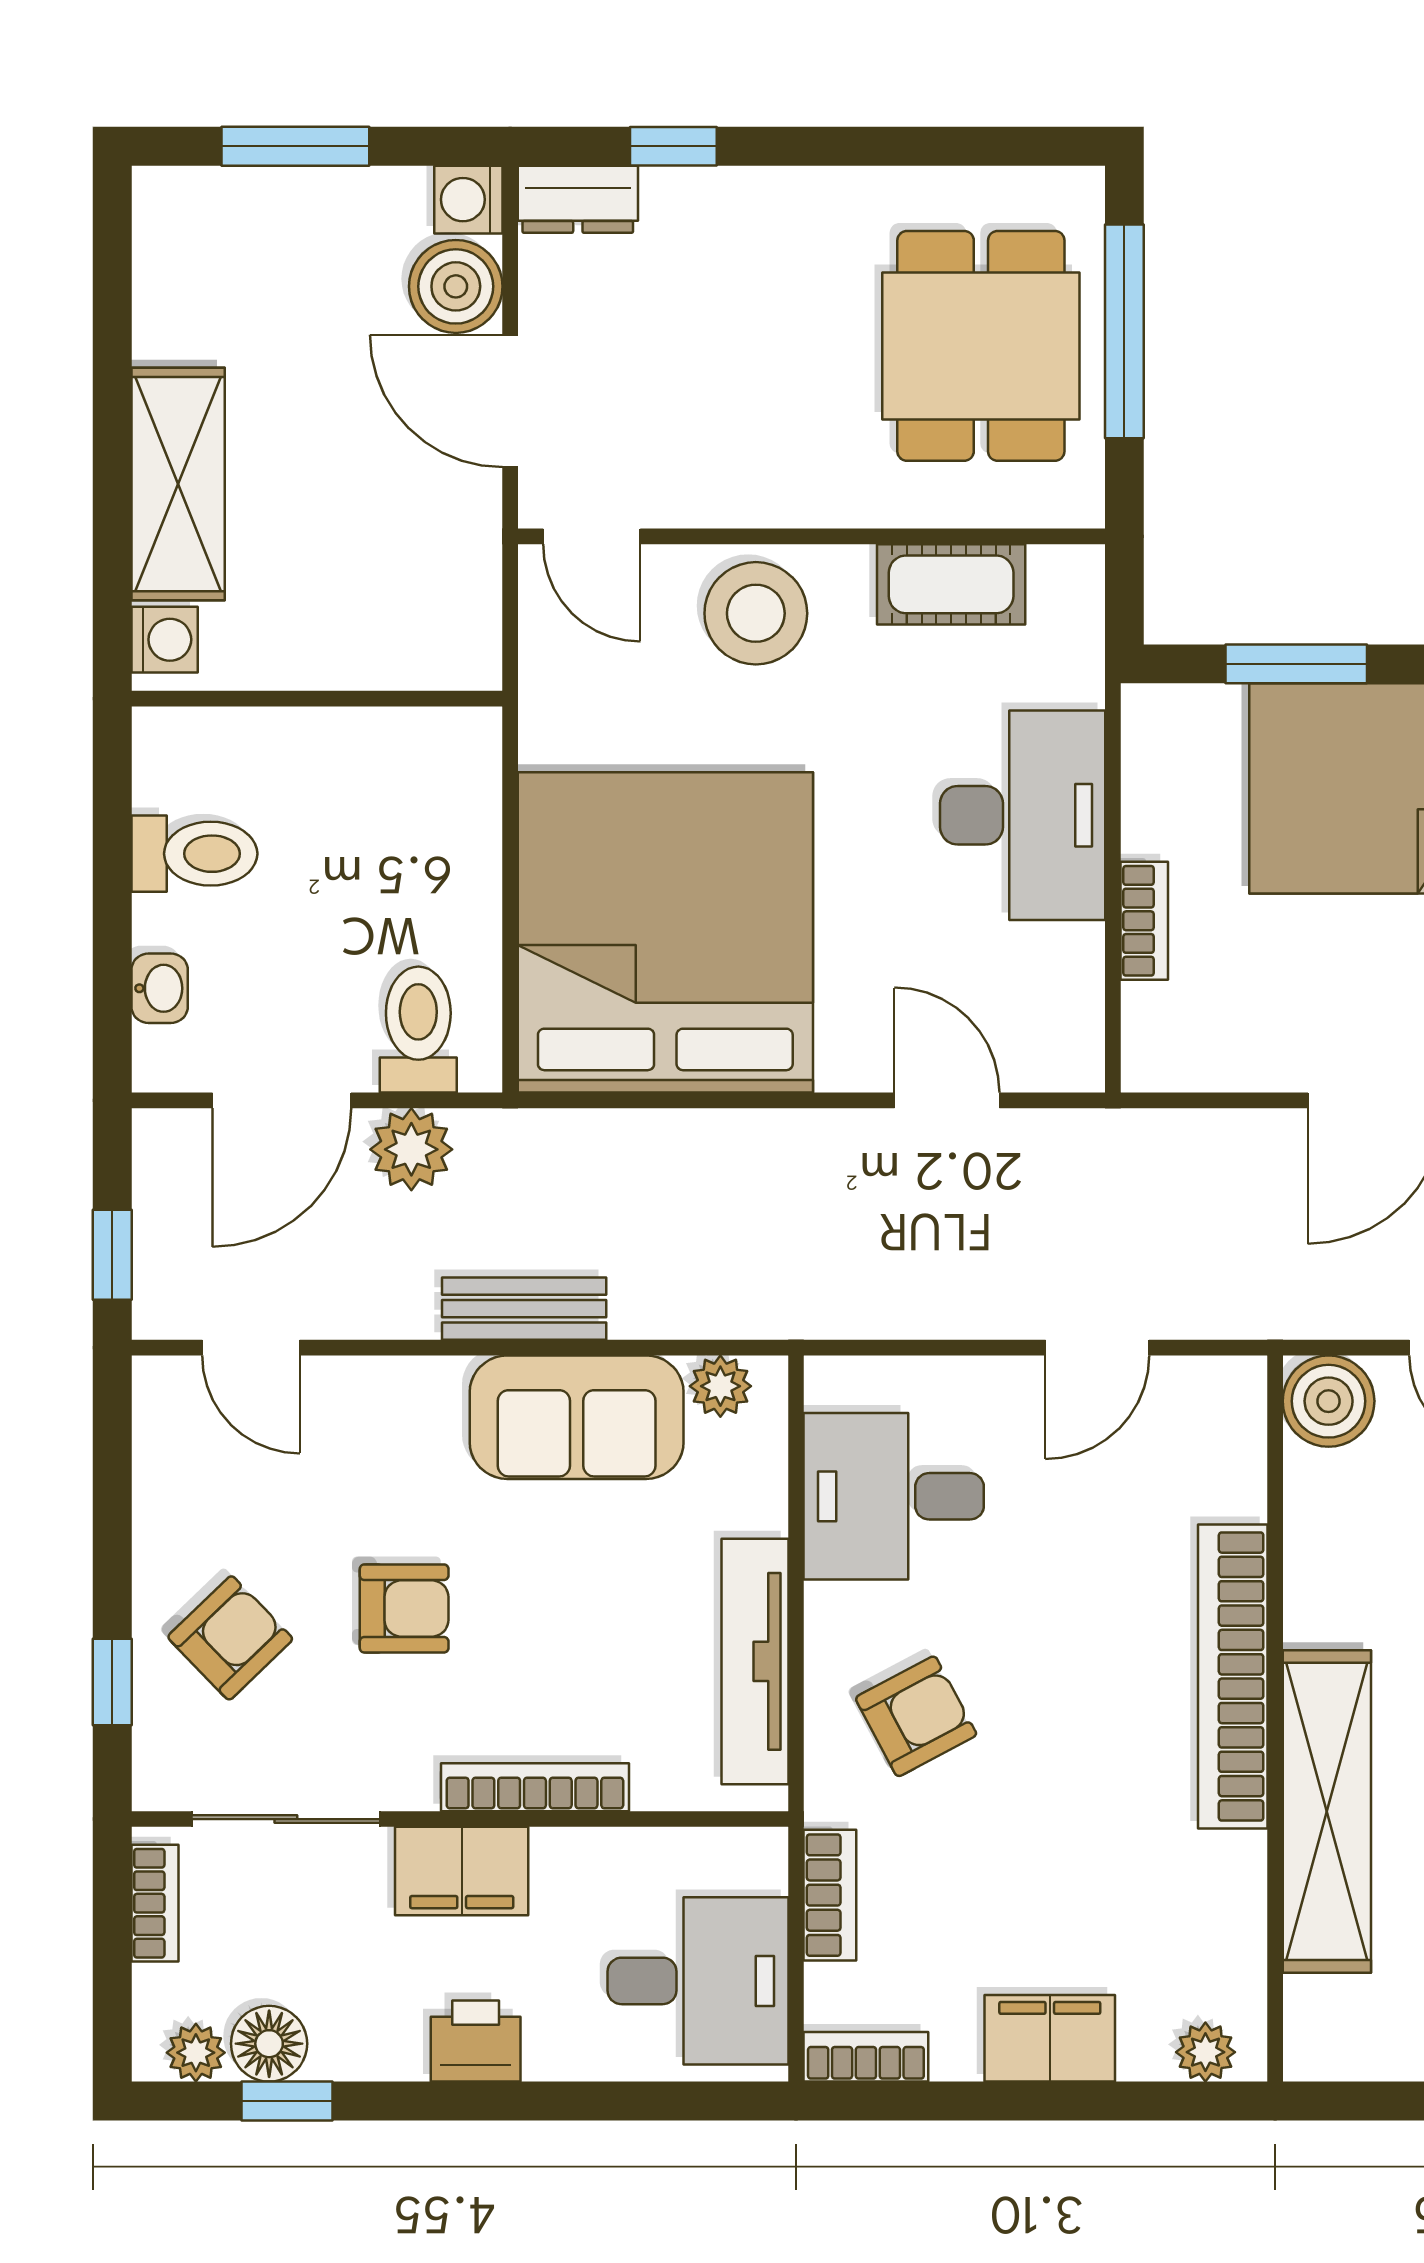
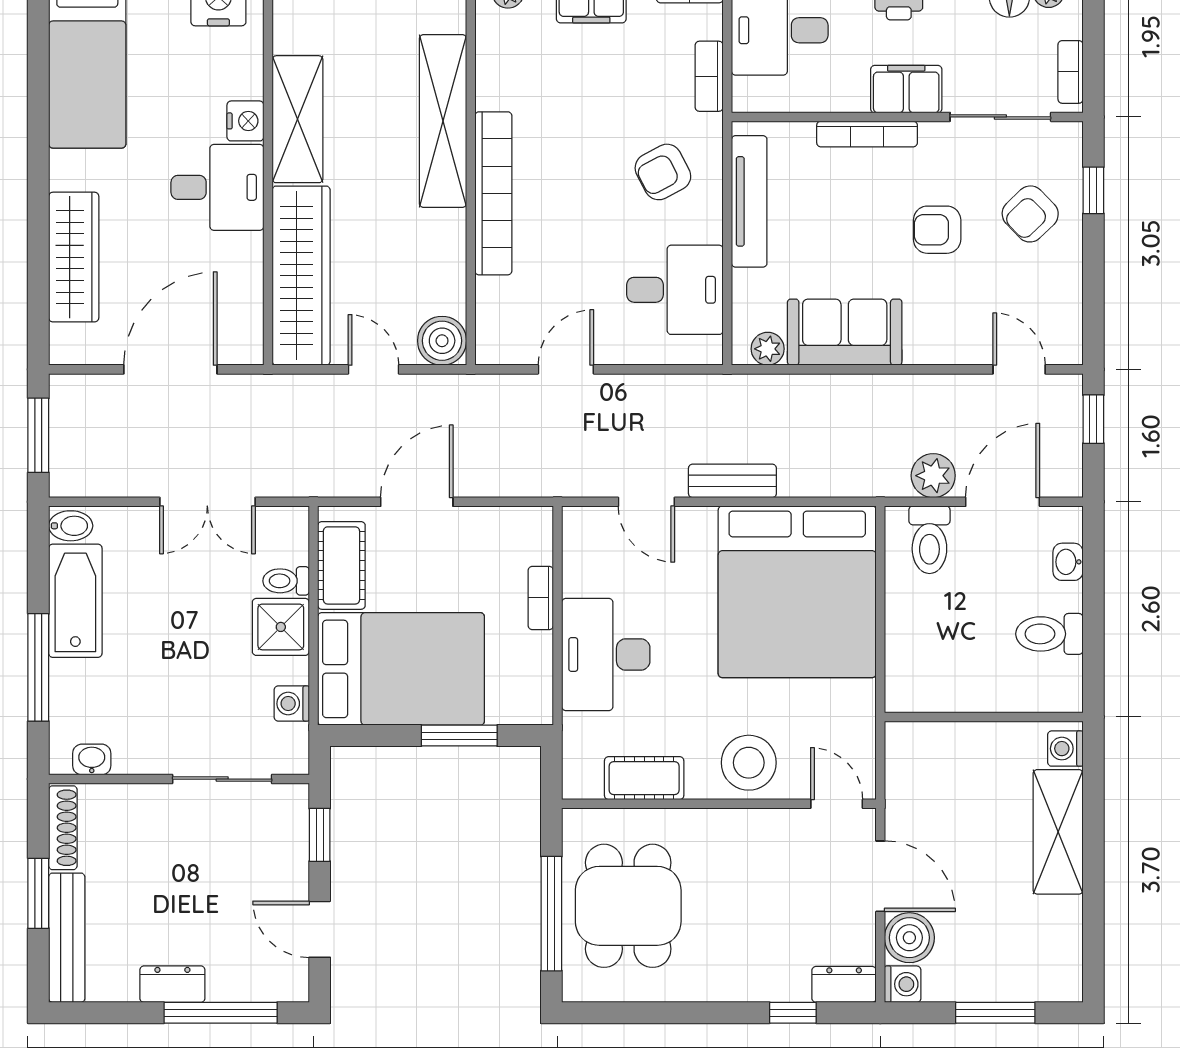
bench: (524, 1309) -> (732, 481), moved

